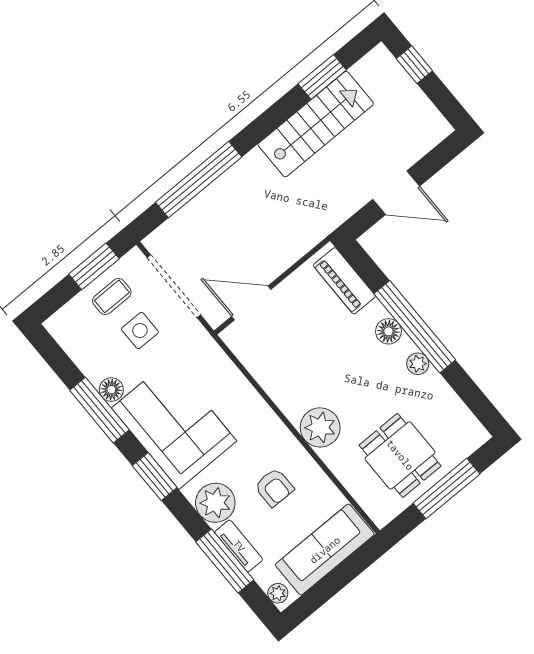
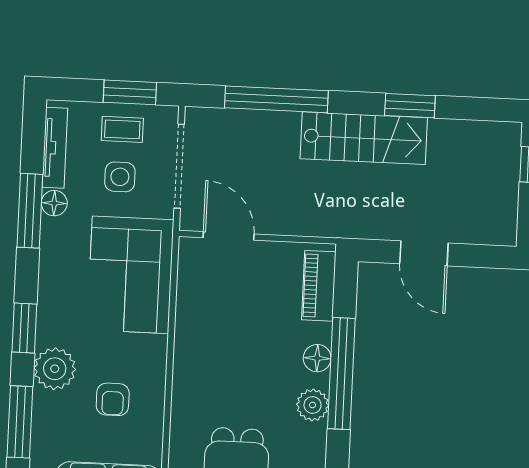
window: (322, 77) -> (410, 106), moved
stairs: (316, 124) -> (364, 138), moved
plant: (418, 364) -> (313, 405), width x1.38, depth x1.38
corner sofa: (174, 425) -> (130, 275), moved, turned 180
plant: (320, 427) -> (193, 385), removed
window: (155, 477) -> (24, 328), moved
tv unit: (239, 546) -> (55, 148), moved, width x1.41

